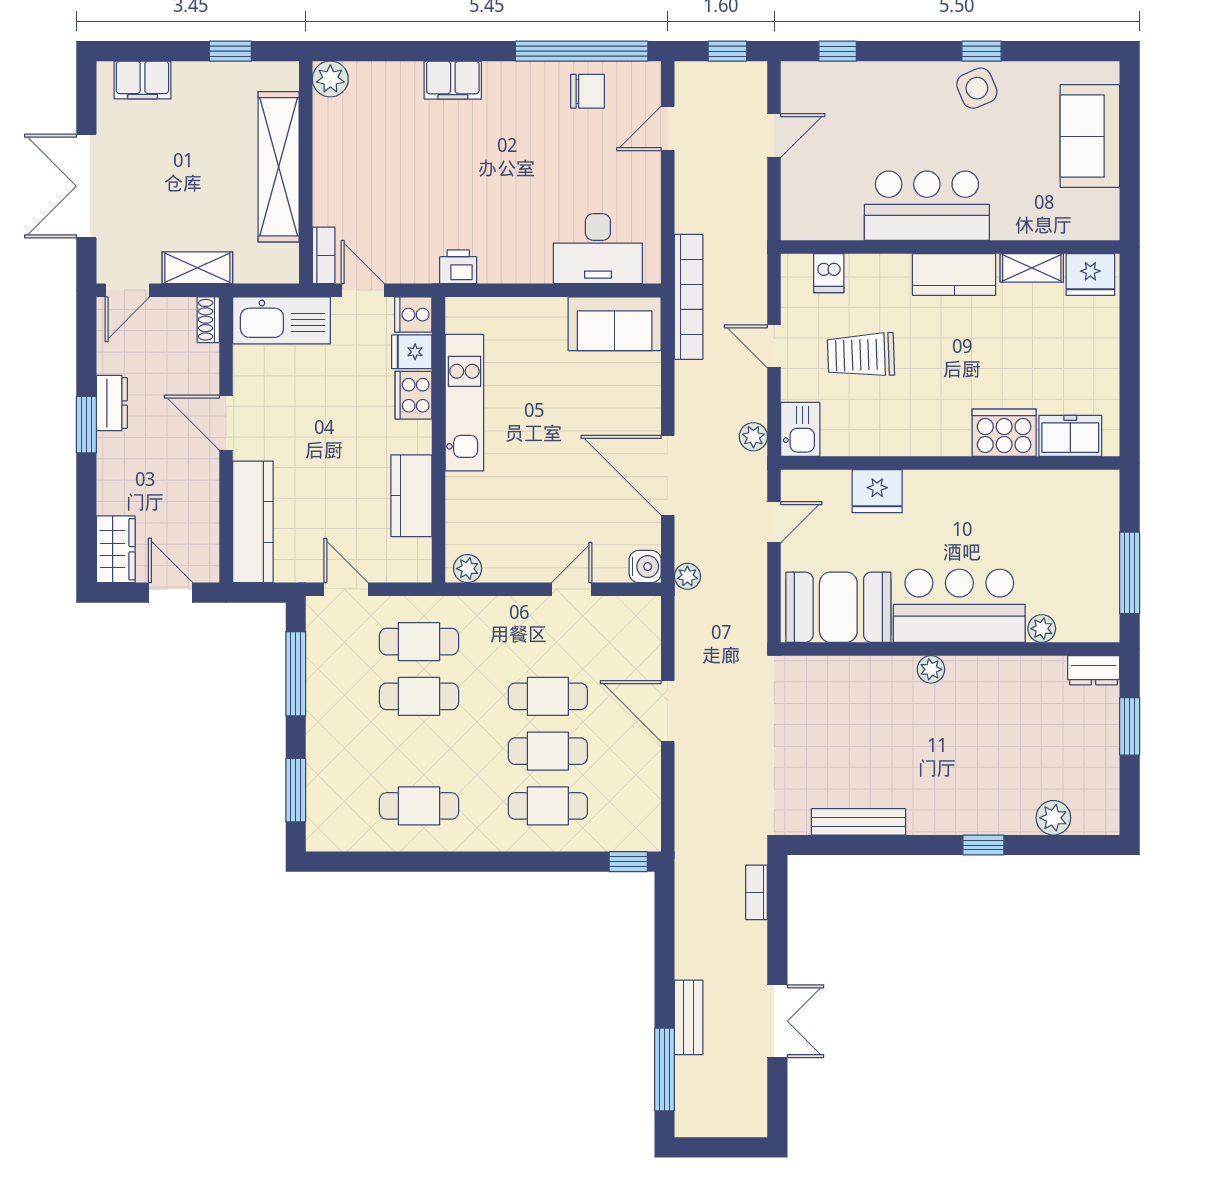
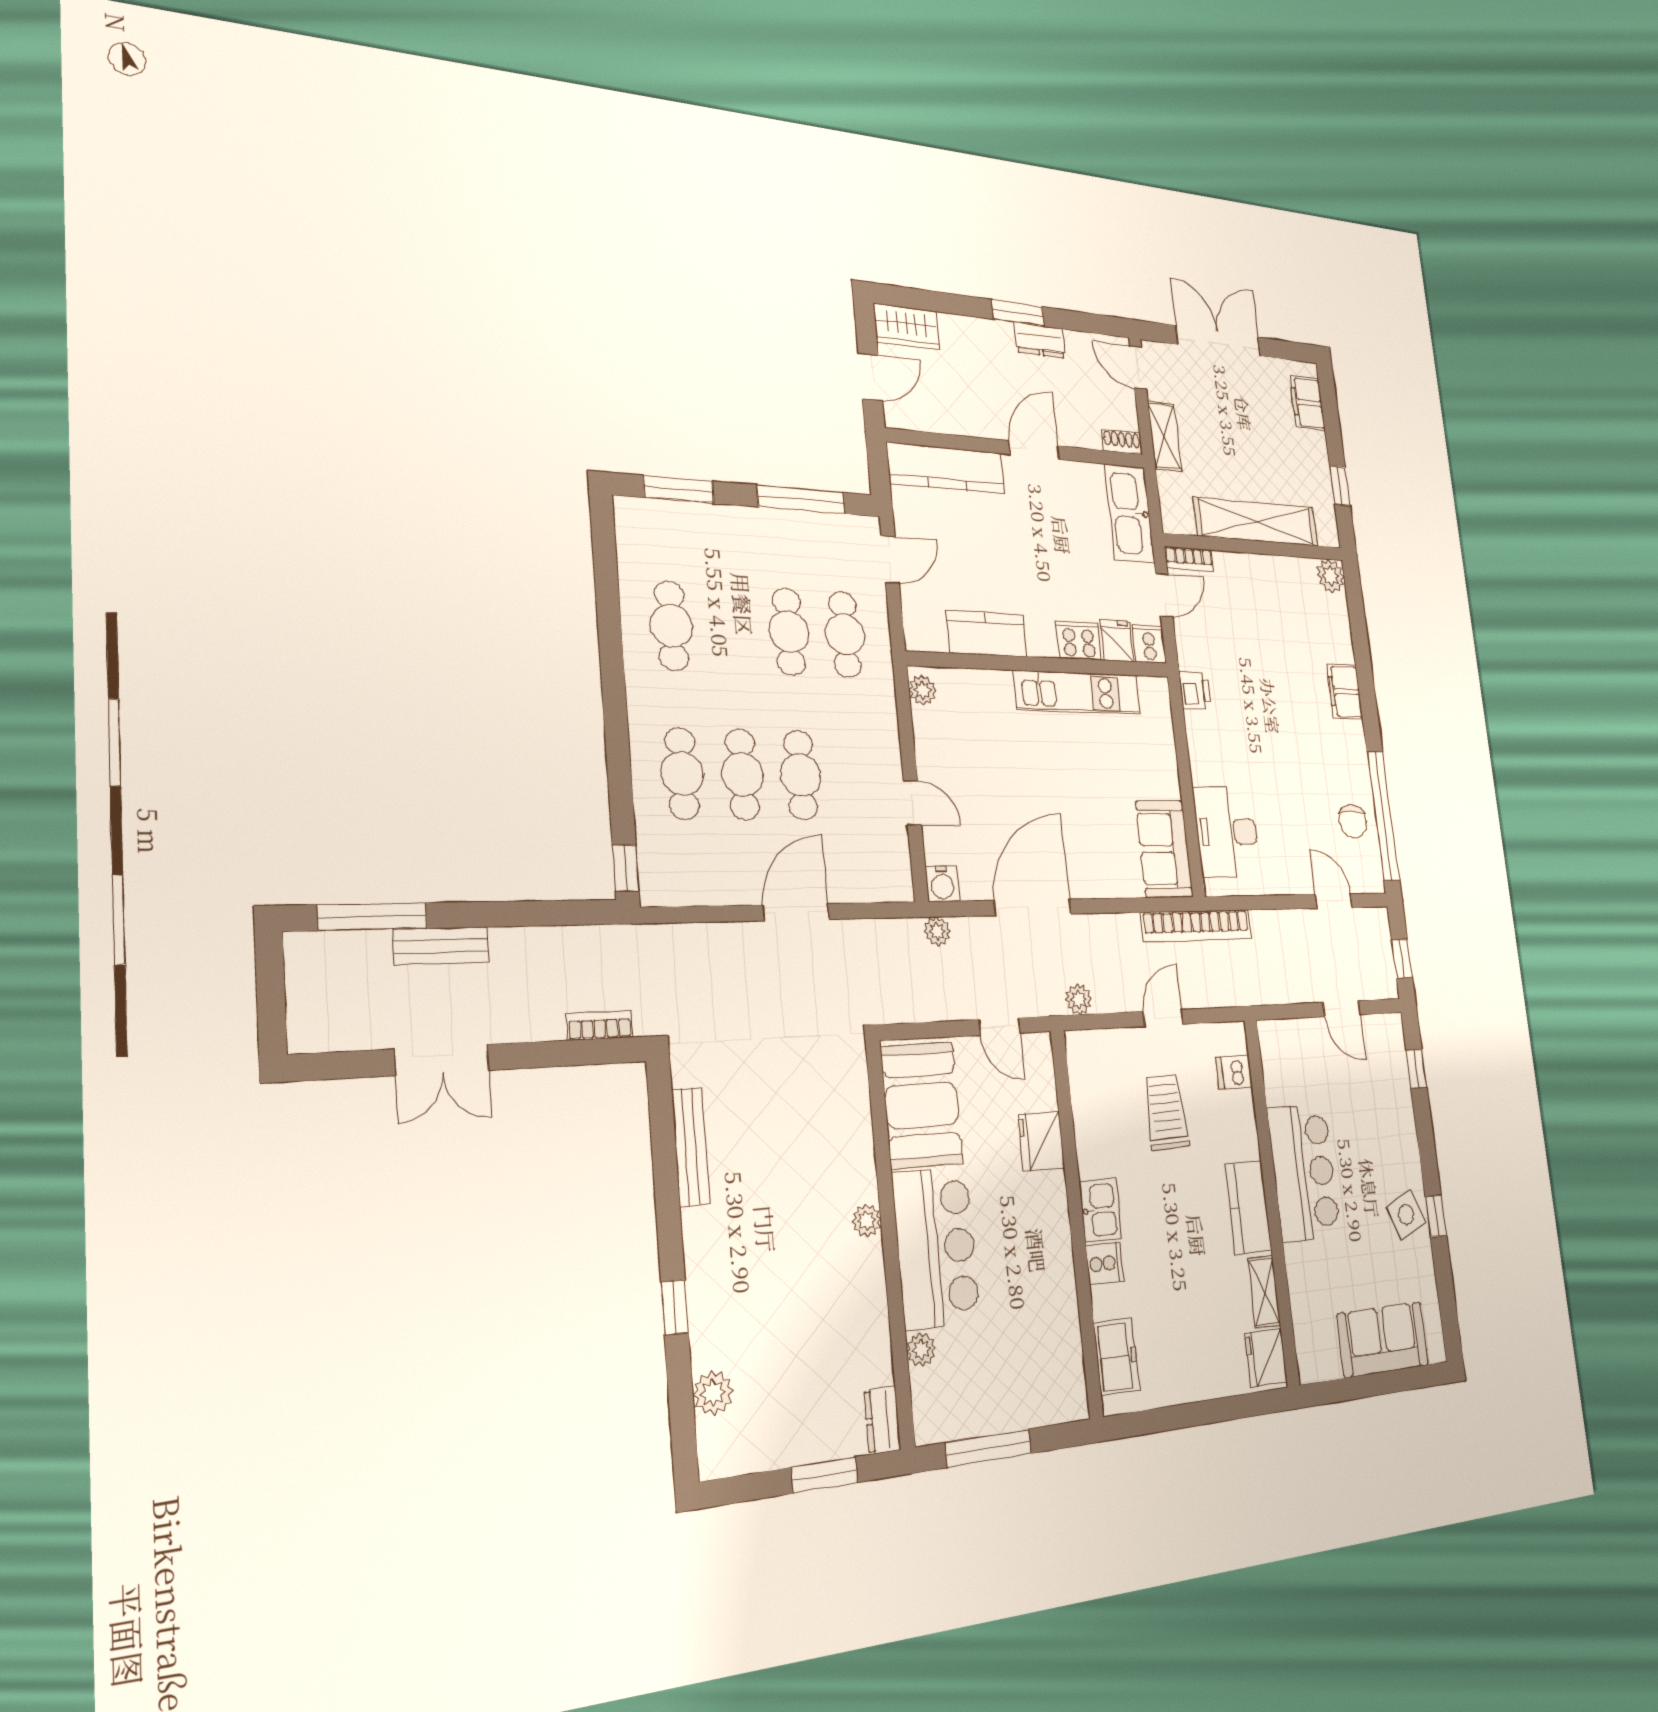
kitchen sink: (800, 429) -> (1100, 1210), moved, turned -90
cooker: (1004, 433) -> (1105, 1263), width x0.53, depth x0.76

